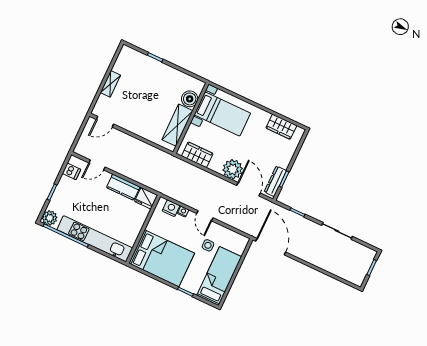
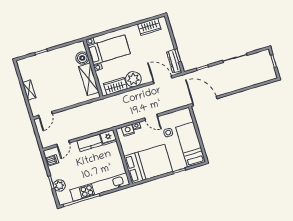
plant: (233, 169) -> (133, 79), moved
plant: (50, 218) -> (59, 185), moved

